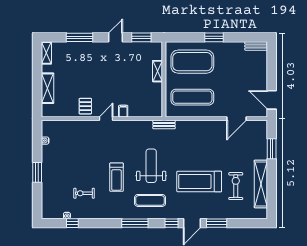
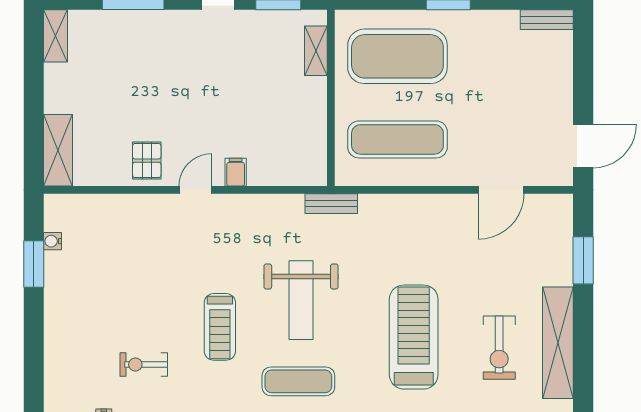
shelving: (157, 71) -> (316, 51), moved
shelving: (47, 88) -> (58, 150), moved
door: (272, 100) -> (583, 146), swing flipped
weight bench: (151, 166) -> (301, 300), turned 180
window: (37, 172) -> (34, 264), moved
treadmill: (199, 181) -> (414, 337), turned 90
exercise bike: (236, 186) -> (499, 348), turned 180

